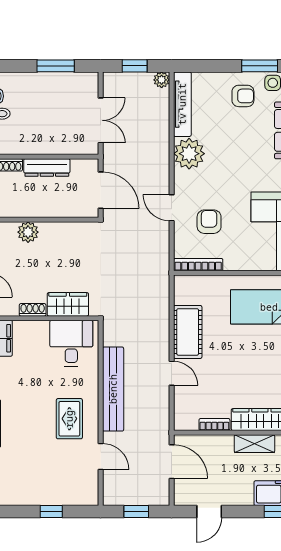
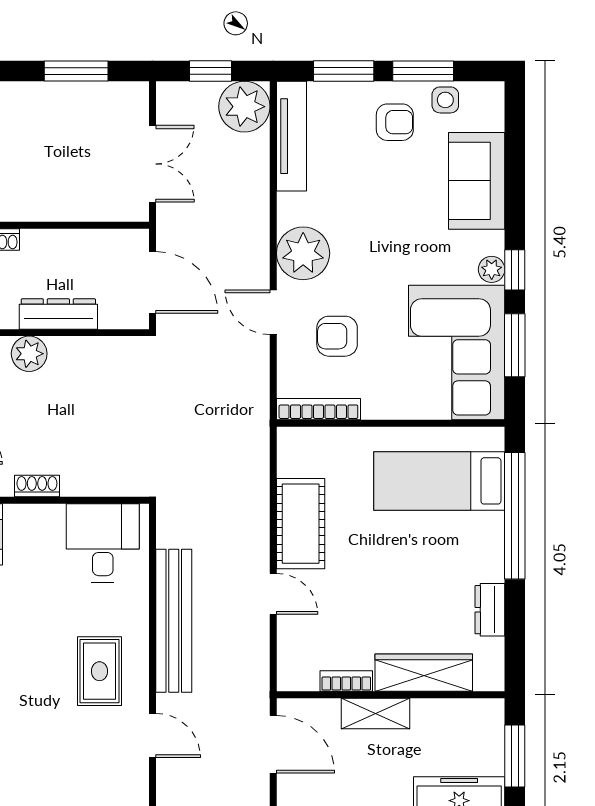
window: (213, 66) -> (344, 71), added
plant: (162, 80) -> (244, 107), width x1.88, depth x1.88
plant: (189, 154) -> (303, 253), moved
dresser: (47, 167) -> (58, 314), moved, turned 180
armchair: (209, 222) -> (337, 336), turned -90
wardrobe: (68, 304) -> (97, 477), removed
shelving: (254, 444) -> (376, 714), moved

